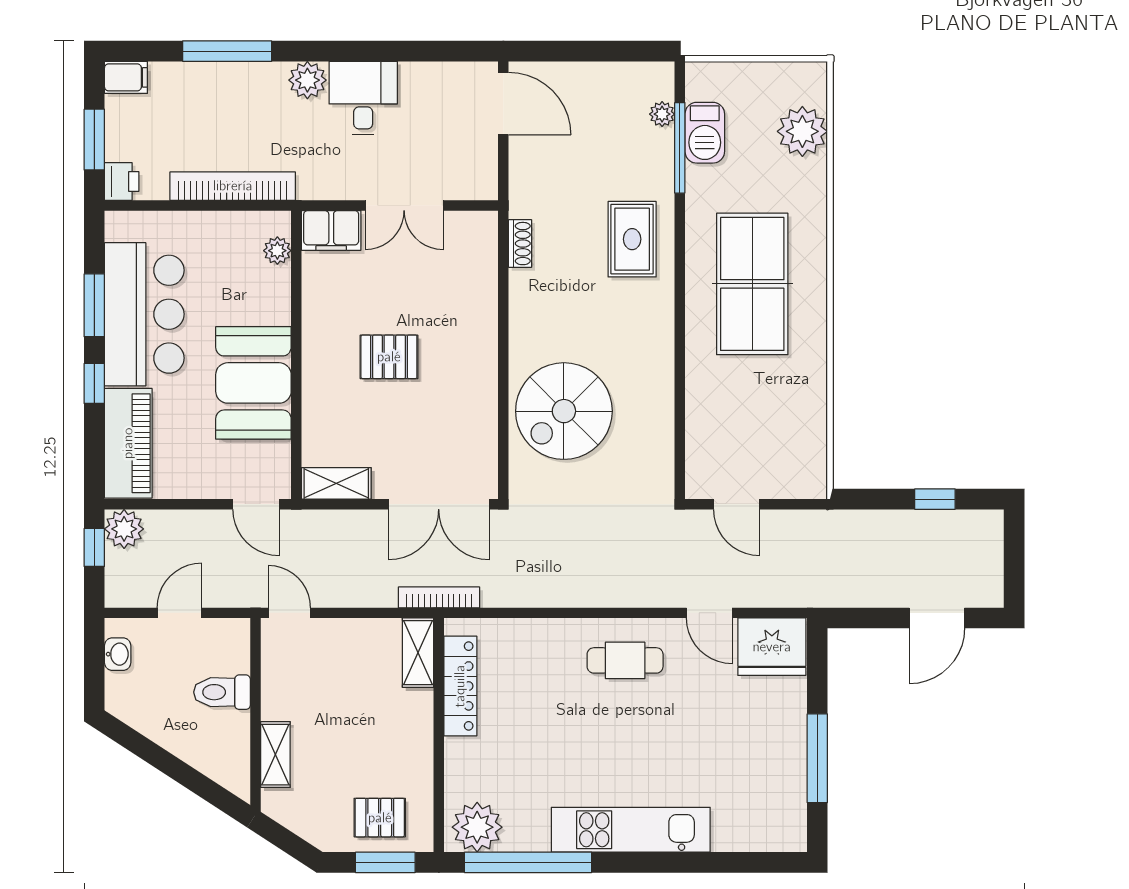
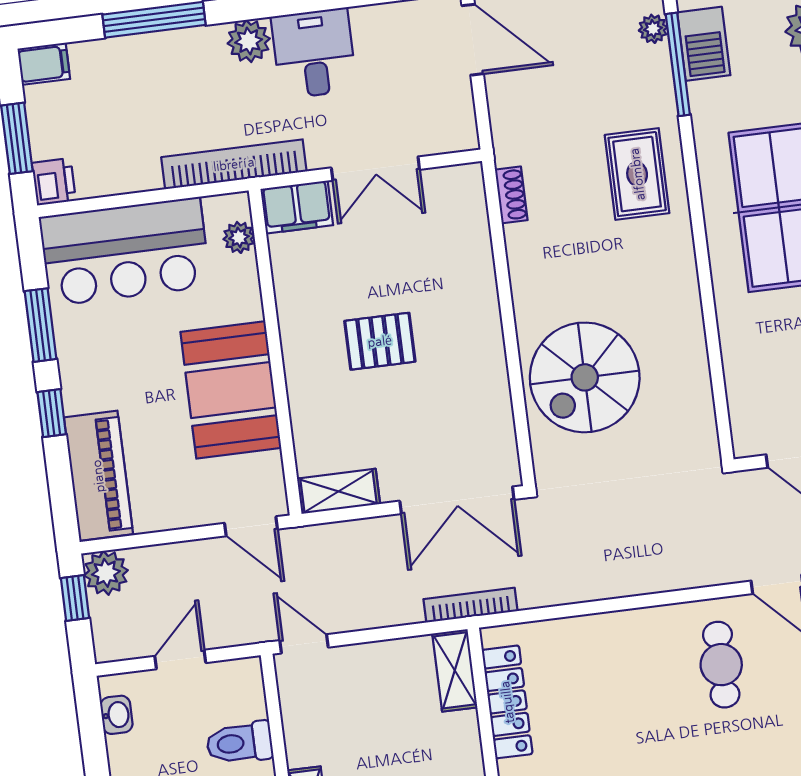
bookcase: (233, 186) -> (234, 164), moved
bar counter: (144, 314) -> (125, 252), moved, turned 90
cafe table: (625, 660) -> (721, 665), moved, turned 90

